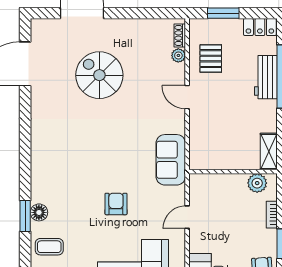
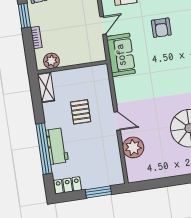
shoe rack: (180, 35) -> (130, 169), removed
plant: (178, 55) -> (133, 147), width x1.88, depth x1.88
pallet: (211, 59) -> (81, 112), moved
sofa: (171, 160) -> (121, 55), moved

